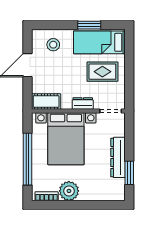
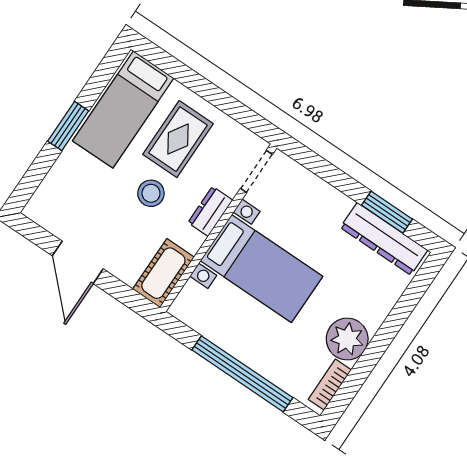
window: (89, 25) -> (68, 126), moved
stool: (53, 45) -> (151, 193), moved
bed with nightstands: (66, 139) -> (261, 269), width x0.73
dresser: (118, 157) -> (384, 239), moved

